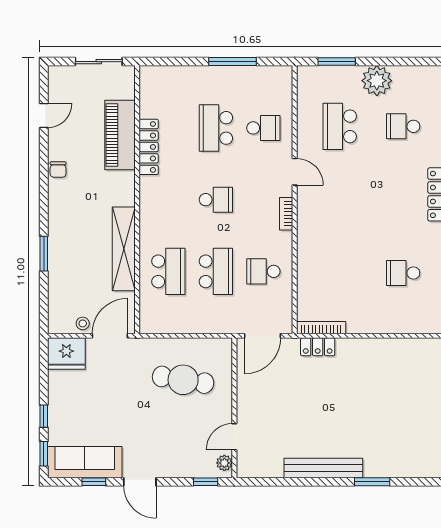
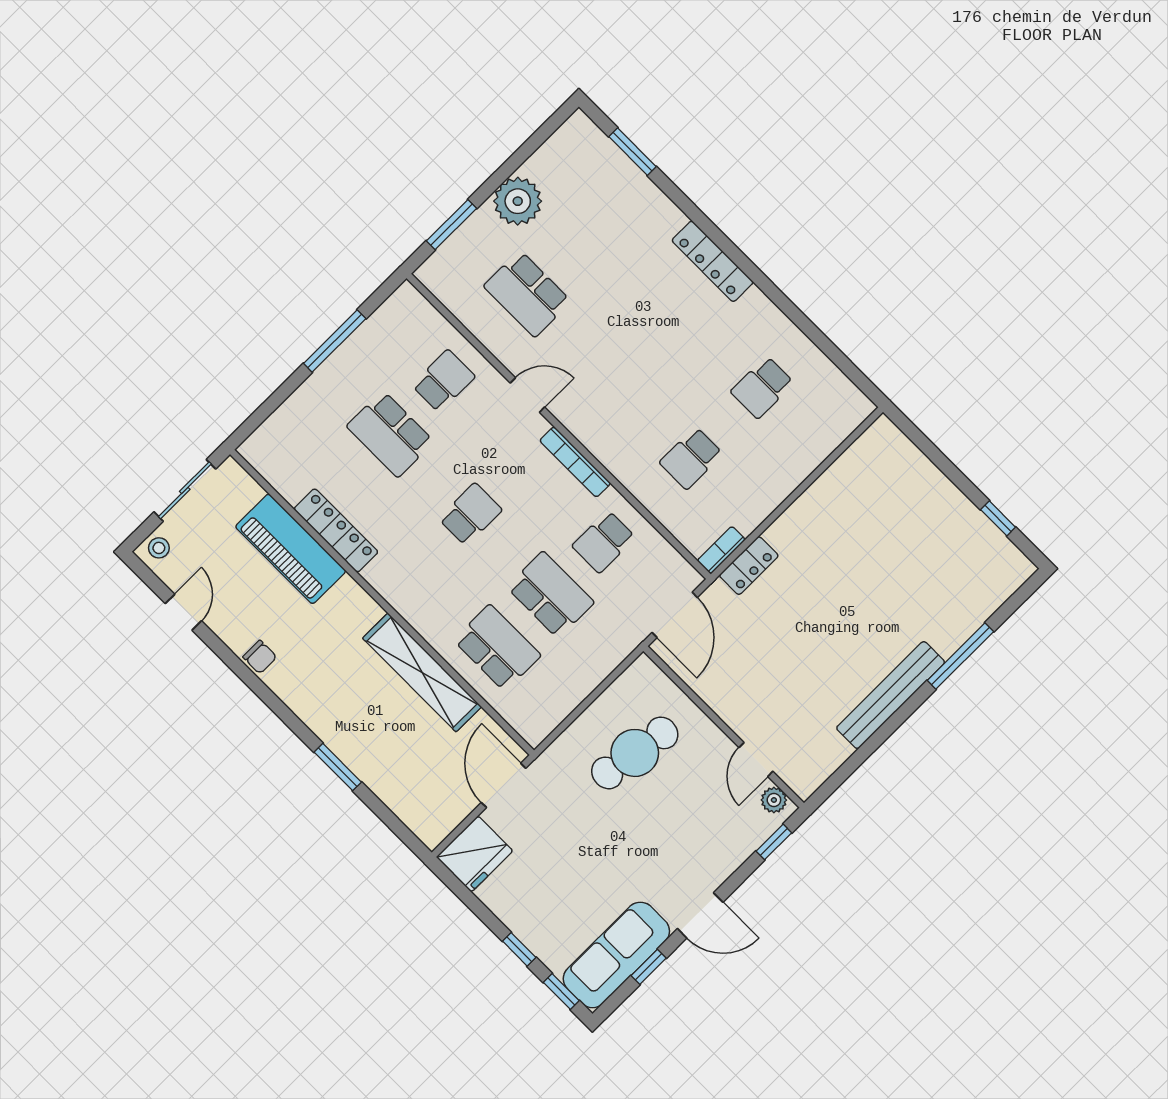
school desk: (403, 126) -> (691, 458), moved
bookcase: (286, 214) -> (575, 462), width x1.56
stool: (83, 323) -> (159, 548), moved
bookcase: (321, 328) -> (721, 550), width x0.64
window: (372, 482) -> (960, 656), width x1.44

